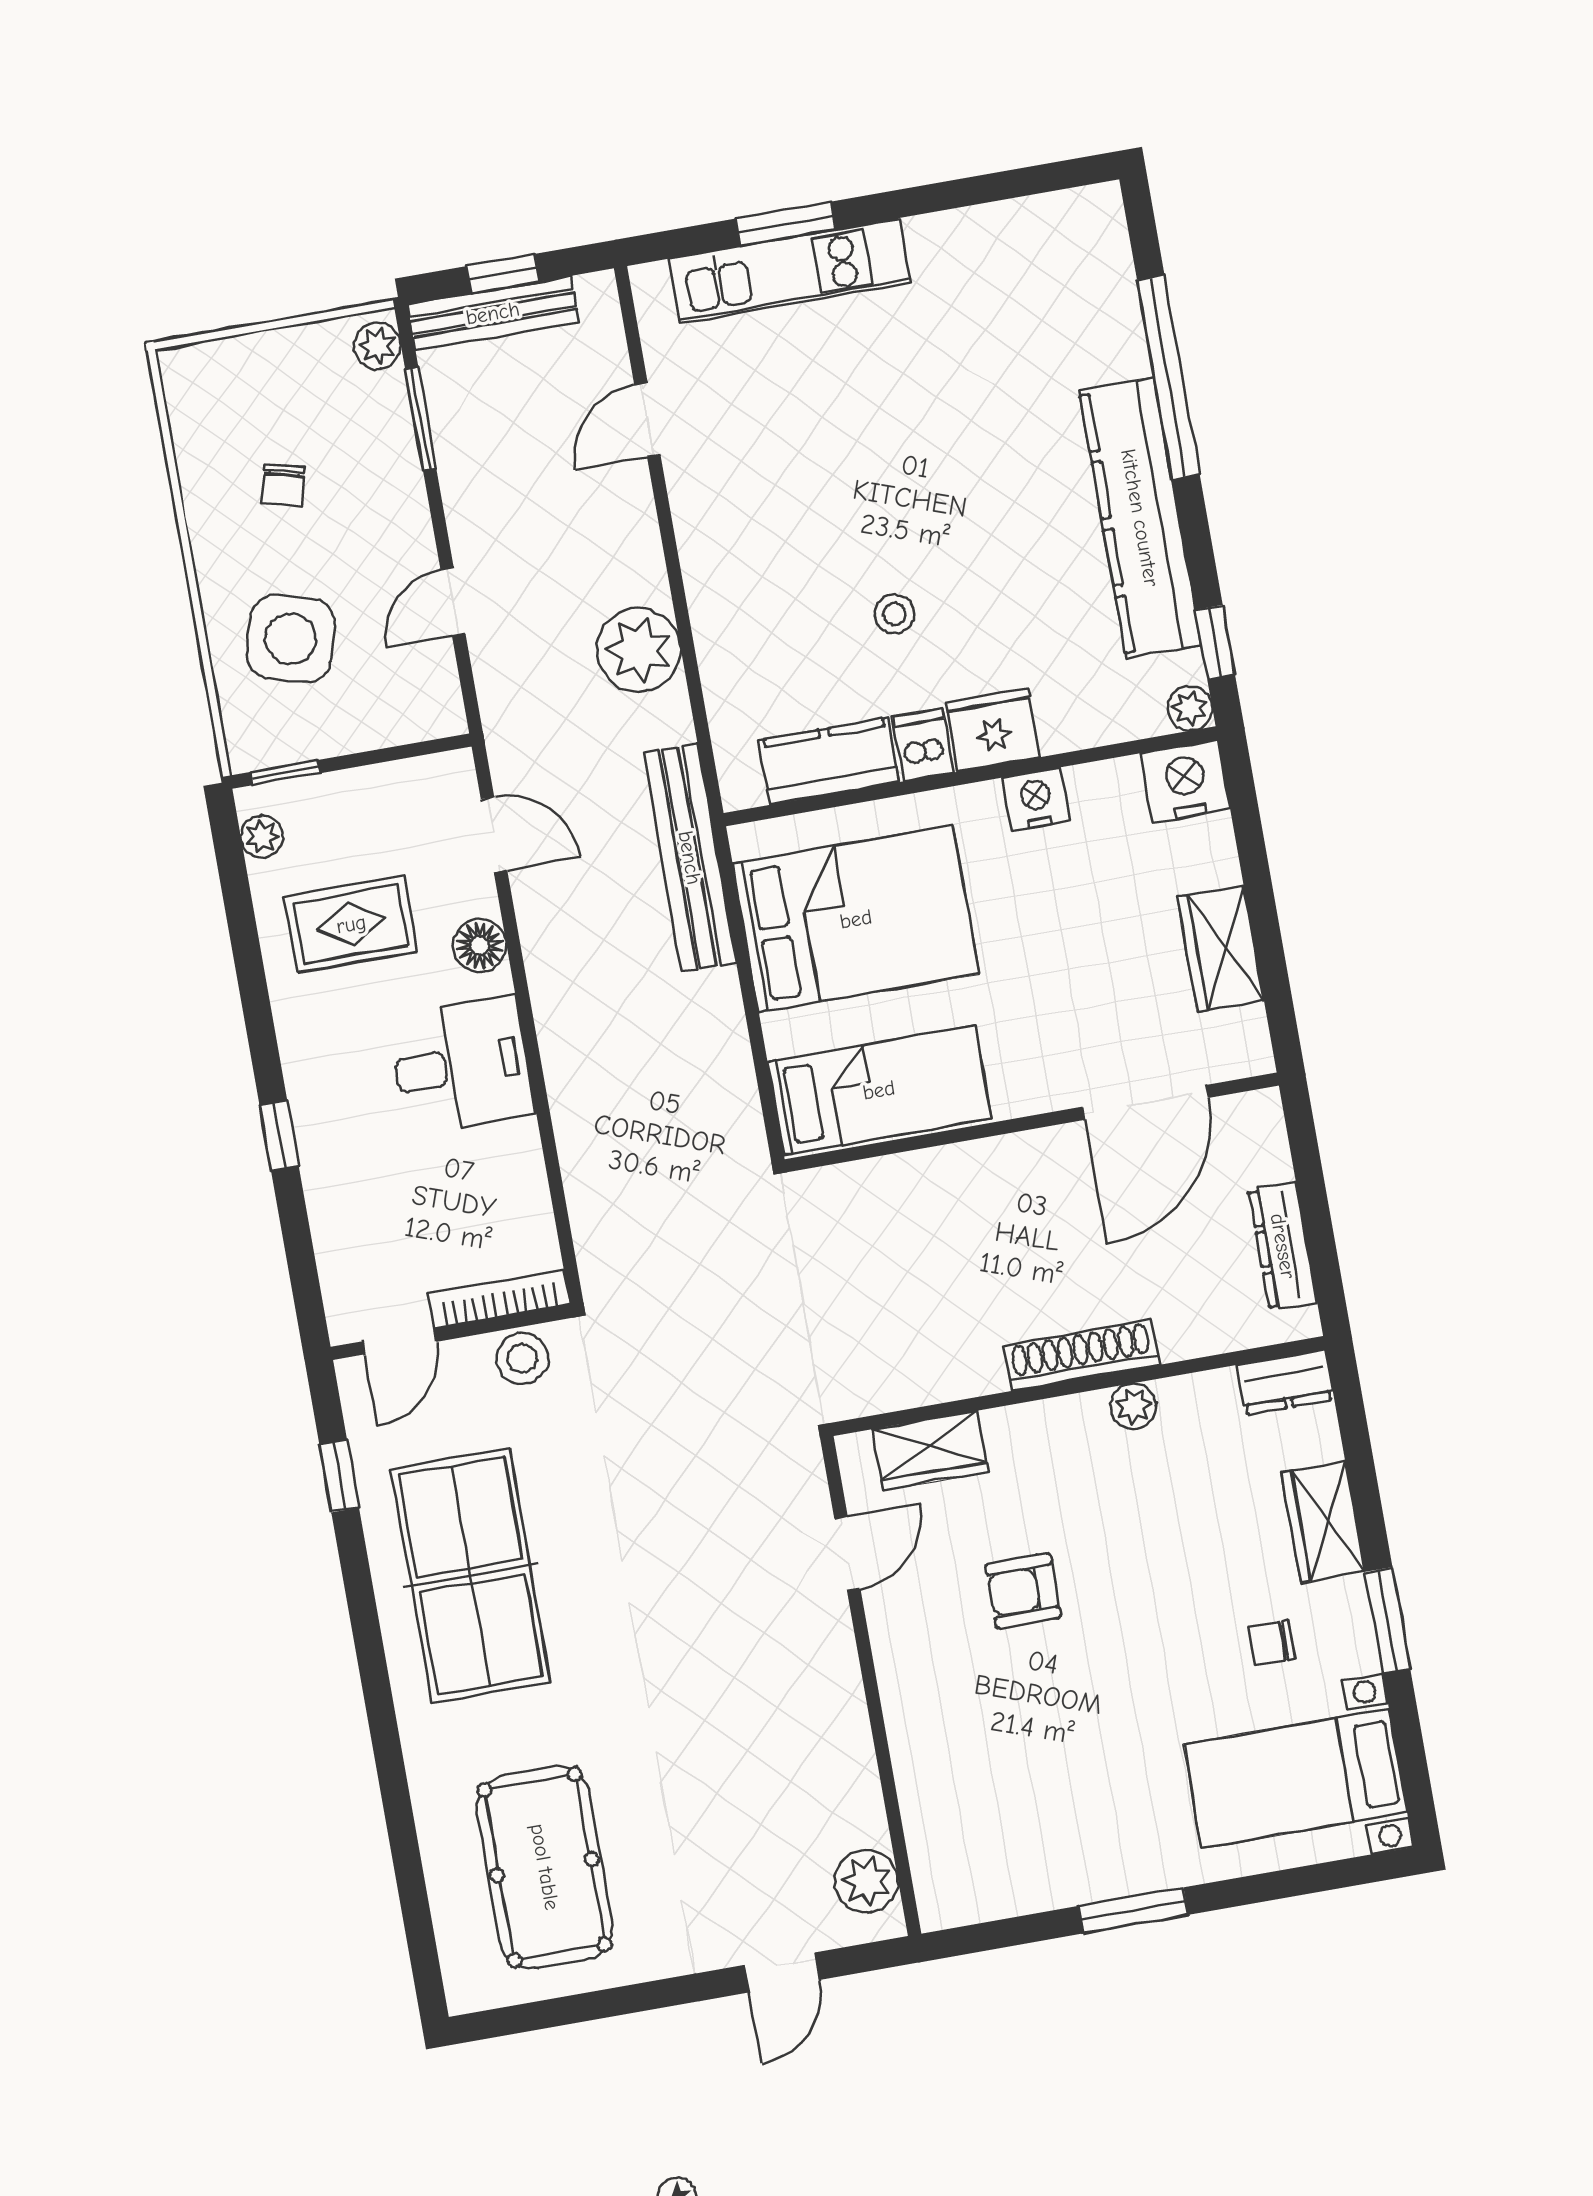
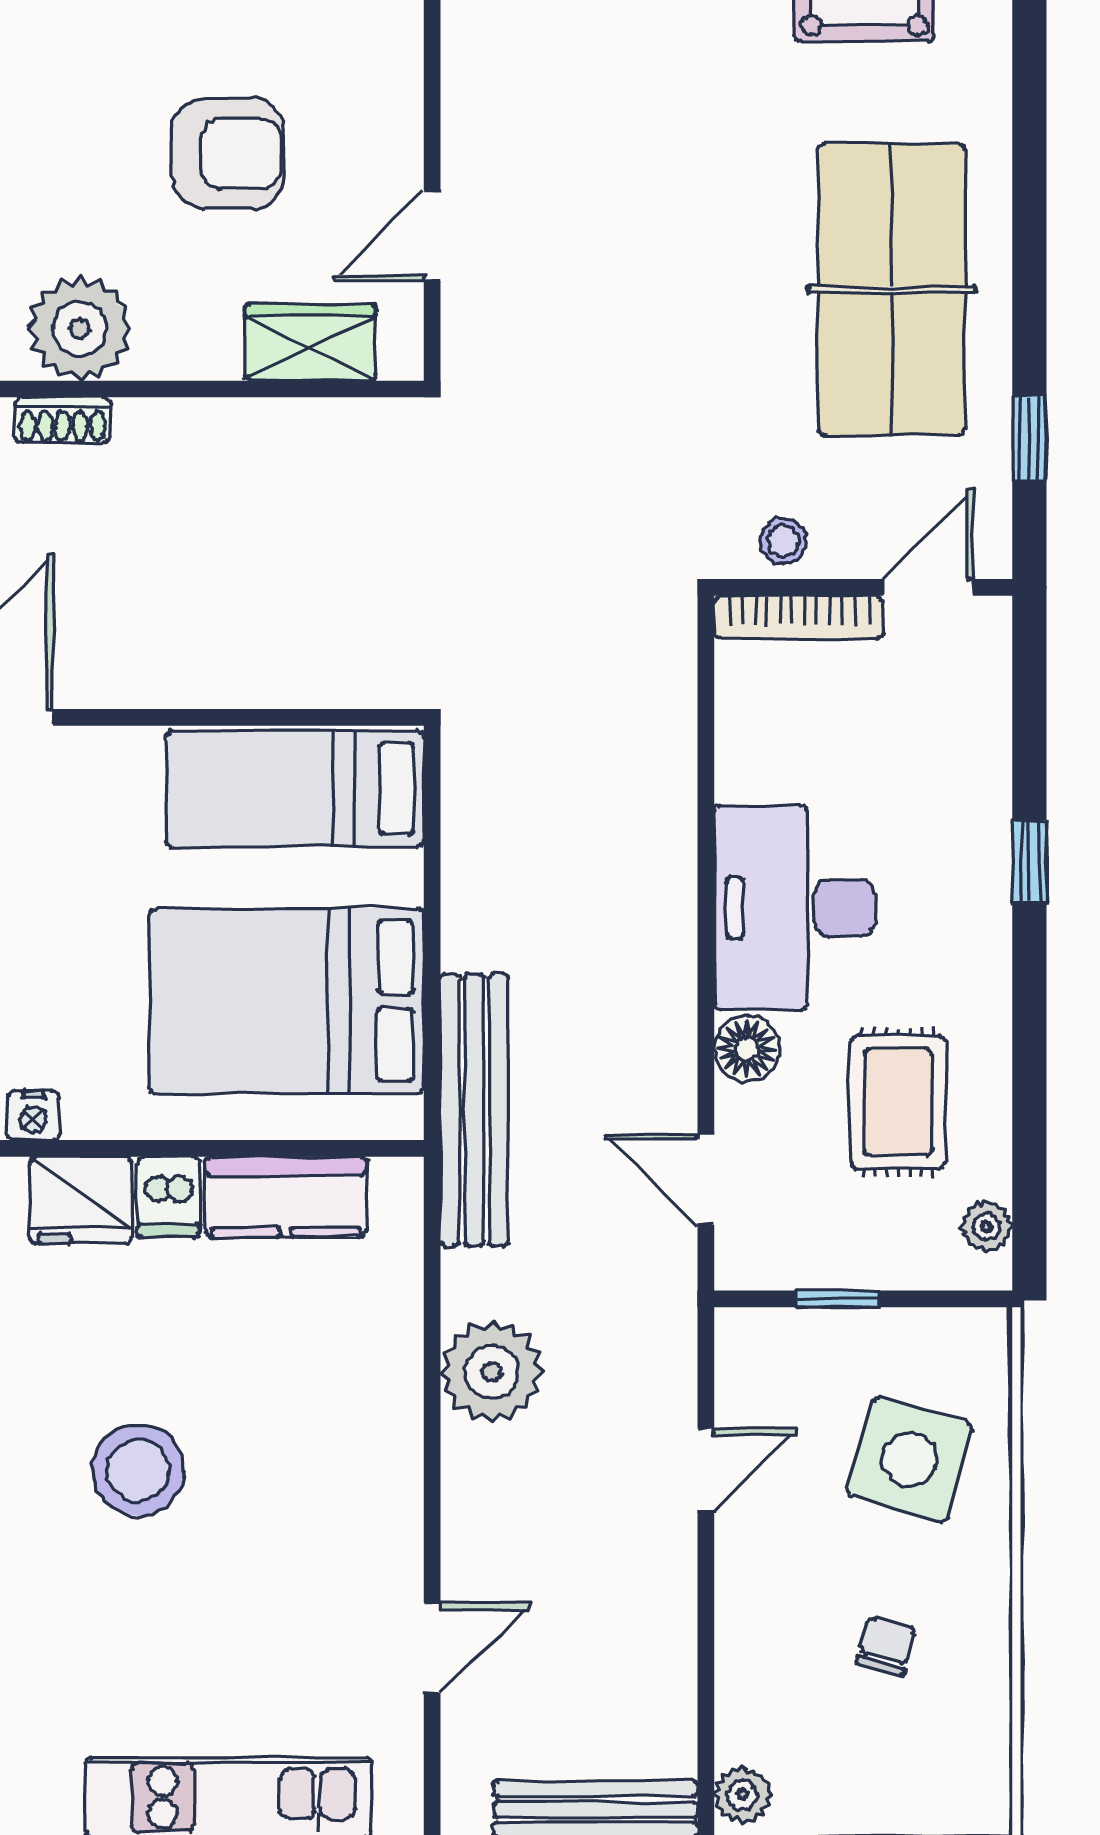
window: (421, 419) -> (706, 1697), removed
stool: (894, 614) -> (138, 1470), moved, width x1.89, depth x1.89
window: (285, 773) -> (838, 1299), moved
nightstand: (1036, 799) -> (33, 1116), width x0.72, depth x0.74
rug: (351, 924) -> (898, 1102), turned 90
desk: (461, 1065) -> (794, 908), width x1.37
shoe rack: (1081, 1355) -> (63, 420), width x0.51, depth x0.81
stool: (522, 1358) -> (783, 541), width x0.73, depth x0.73
plant: (1133, 1406) -> (80, 329), width x1.88, depth x1.88
armchair: (1023, 1591) -> (228, 153), width x1.38, depth x1.38

